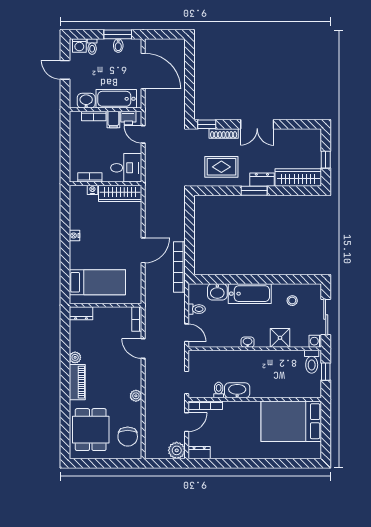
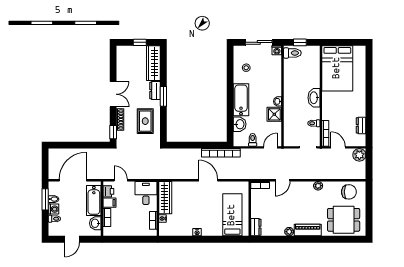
washing machine: (79, 45) -> (54, 209), moved
door: (143, 134) -> (121, 180), swing flipped
shower: (280, 338) -> (274, 114), moved
washbasin: (237, 390) -> (314, 98), moved
dresser: (199, 453) -> (361, 125), moved

